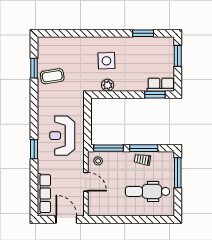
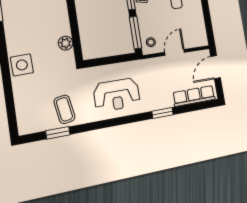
side table: (106, 61) -> (22, 65), moved
reception desk: (62, 136) -> (117, 95), moved
window: (34, 149) -> (162, 113), moved

